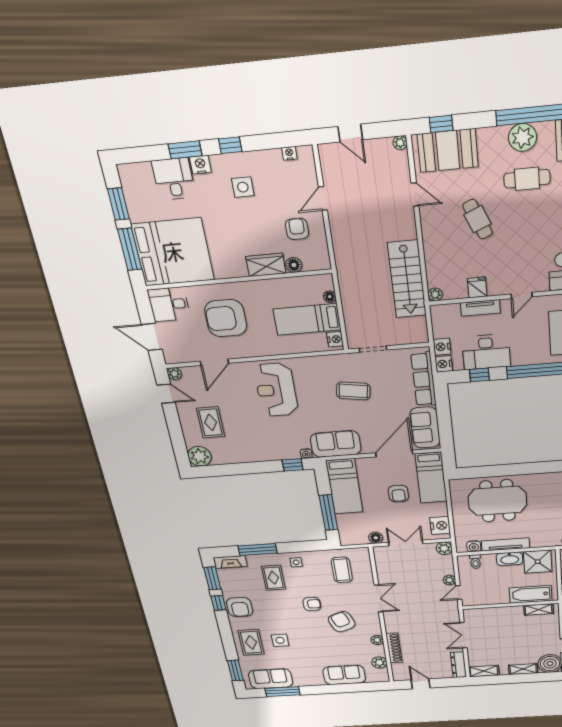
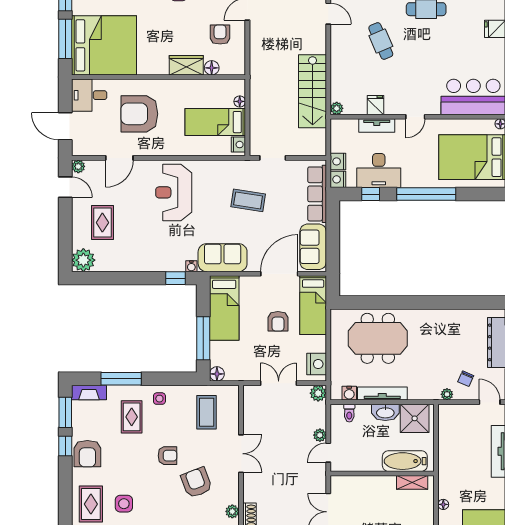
floor lamp: (376, 538) -> (217, 374), moved

